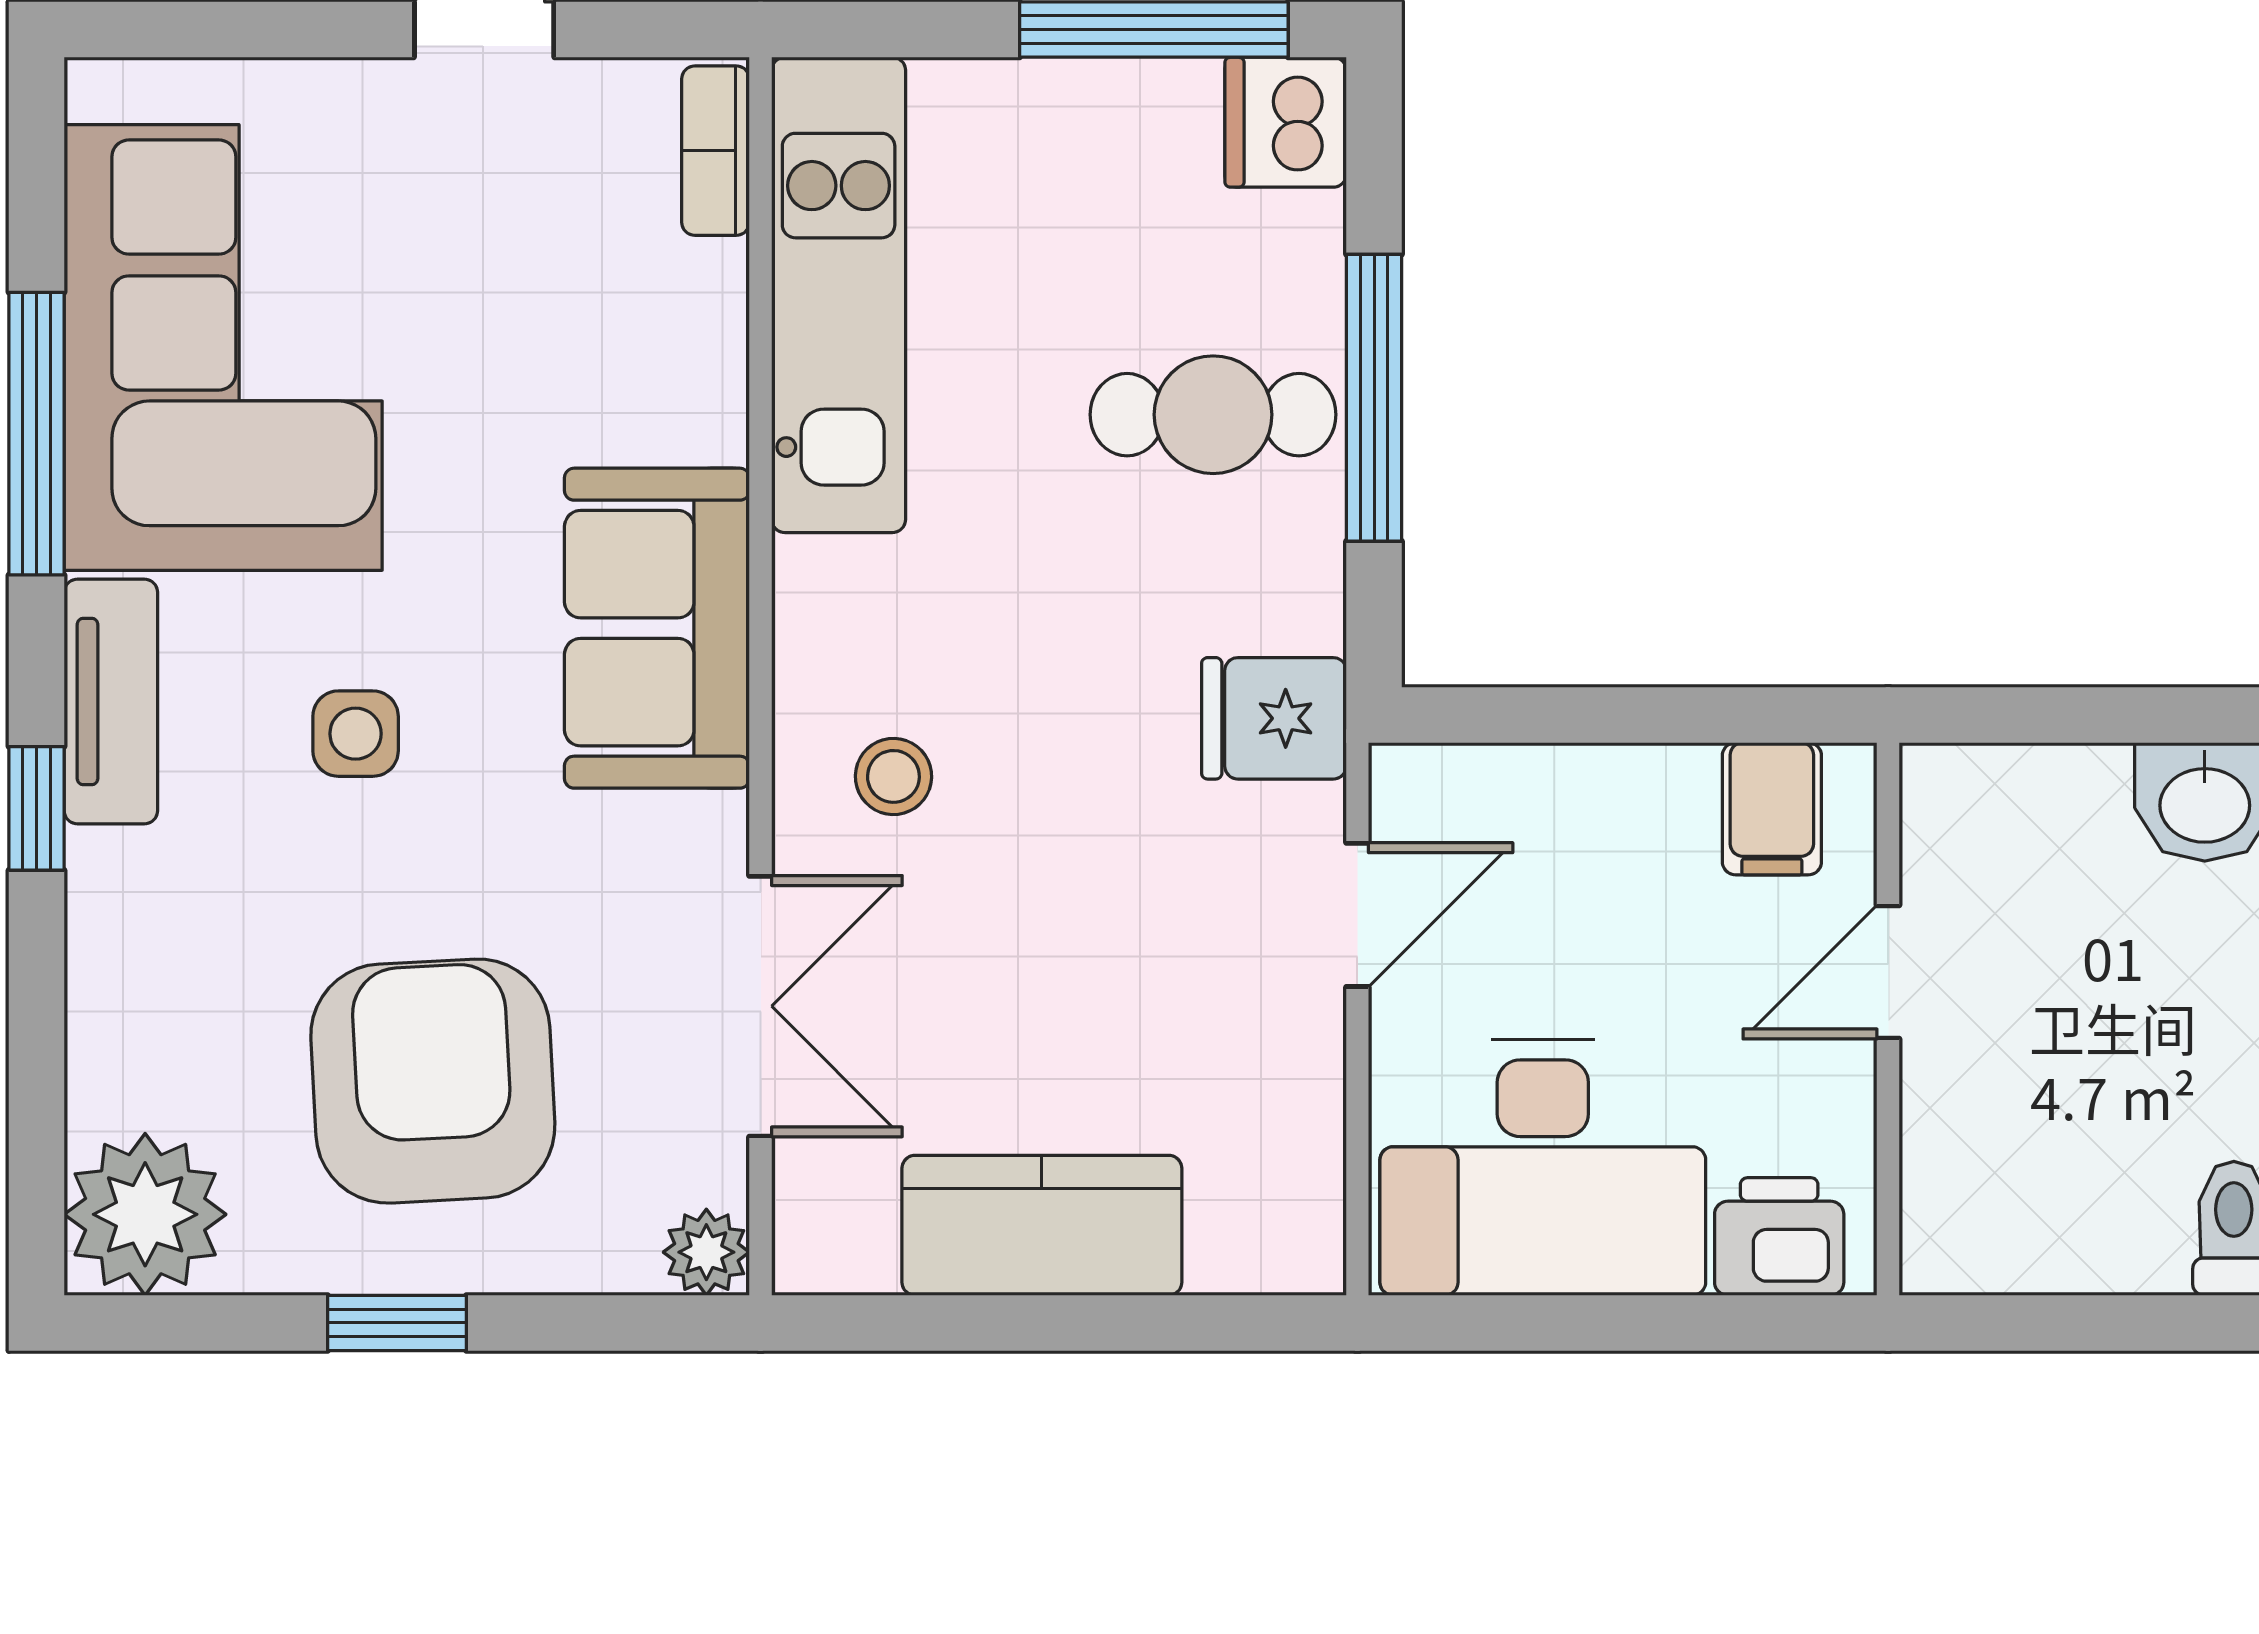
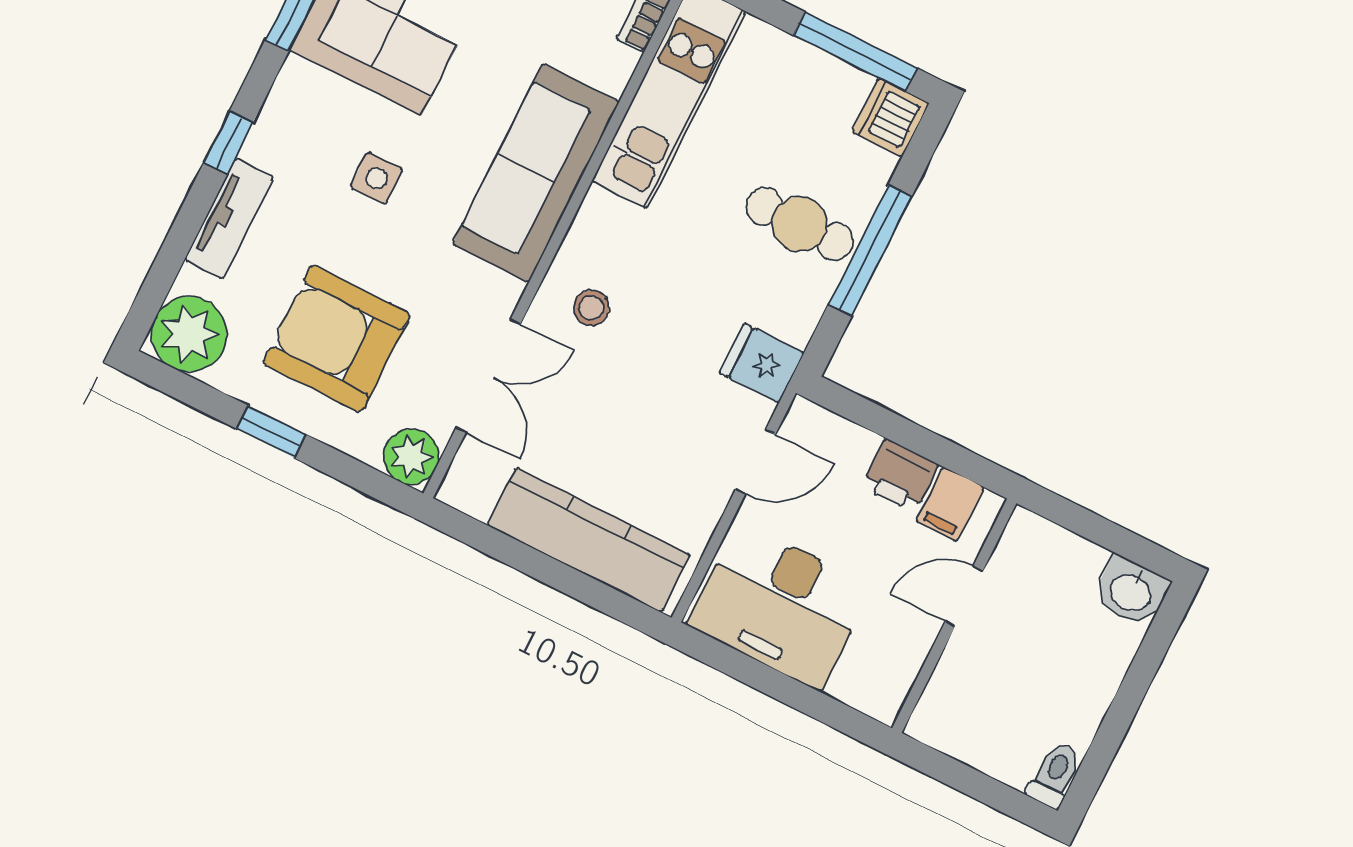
sofa: (657, 628) -> (536, 173), width x1.36
tv unit: (111, 702) -> (229, 218), moved
armchair: (433, 1081) -> (336, 339), turned -87
kitchen counter: (1042, 1225) -> (589, 540), width x1.50
printer: (1779, 1236) -> (900, 475), moved, turned 180
plant: (706, 1252) -> (411, 457), width x1.38, depth x1.38

